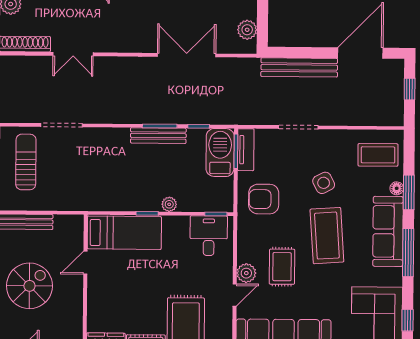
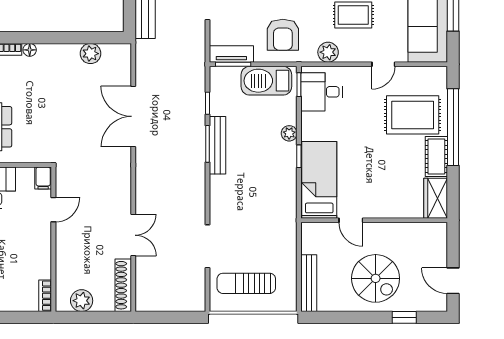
plant: (247, 30) -> (91, 54), moved
barbecue: (220, 153) -> (266, 81), moved
plant: (246, 273) -> (328, 52), moved
spiral stairs: (29, 286) -> (376, 278), turned 180
door: (235, 295) -> (383, 64), swing flipped

